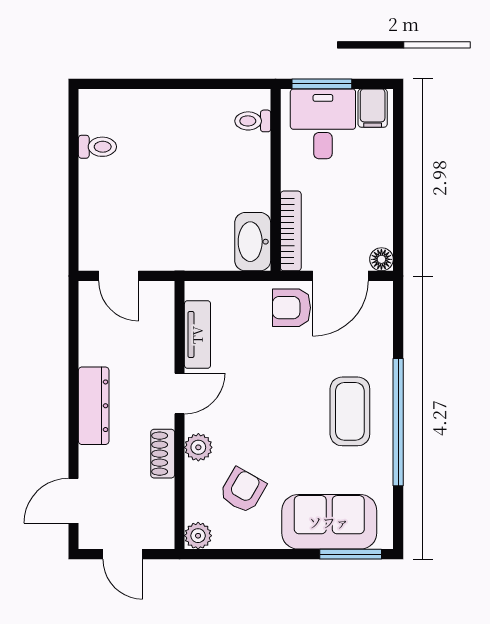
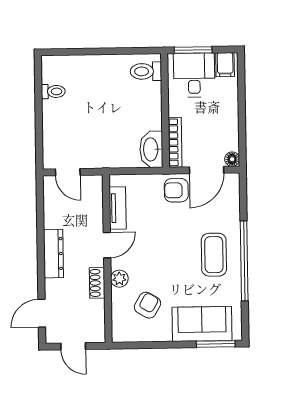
toilet: (253, 121) -> (146, 71), width x1.37, depth x1.39
plant: (198, 536) -> (120, 334), removed

